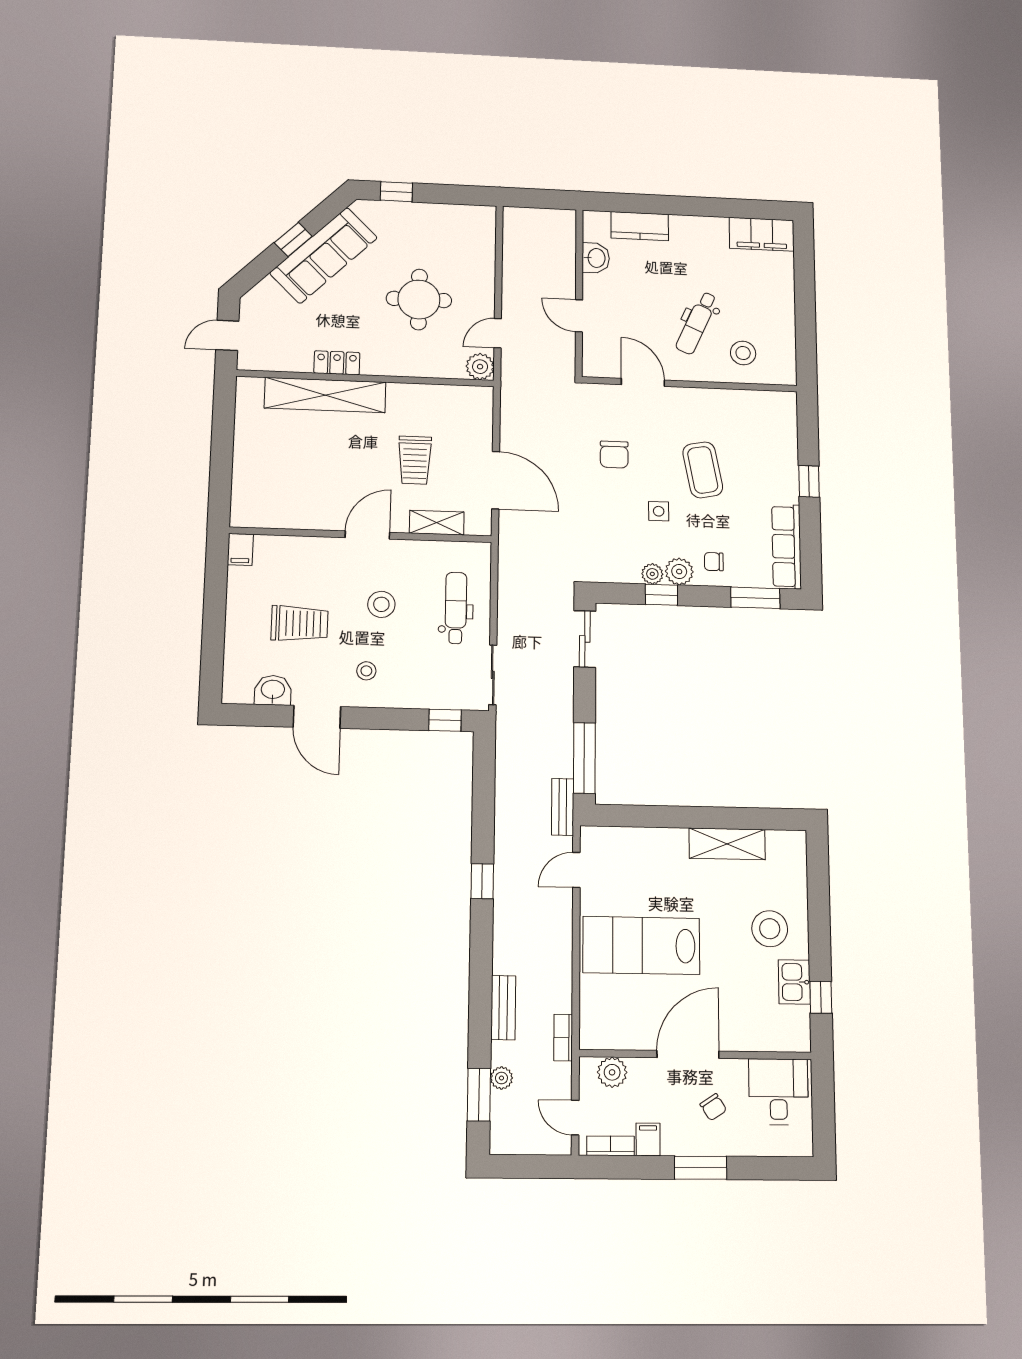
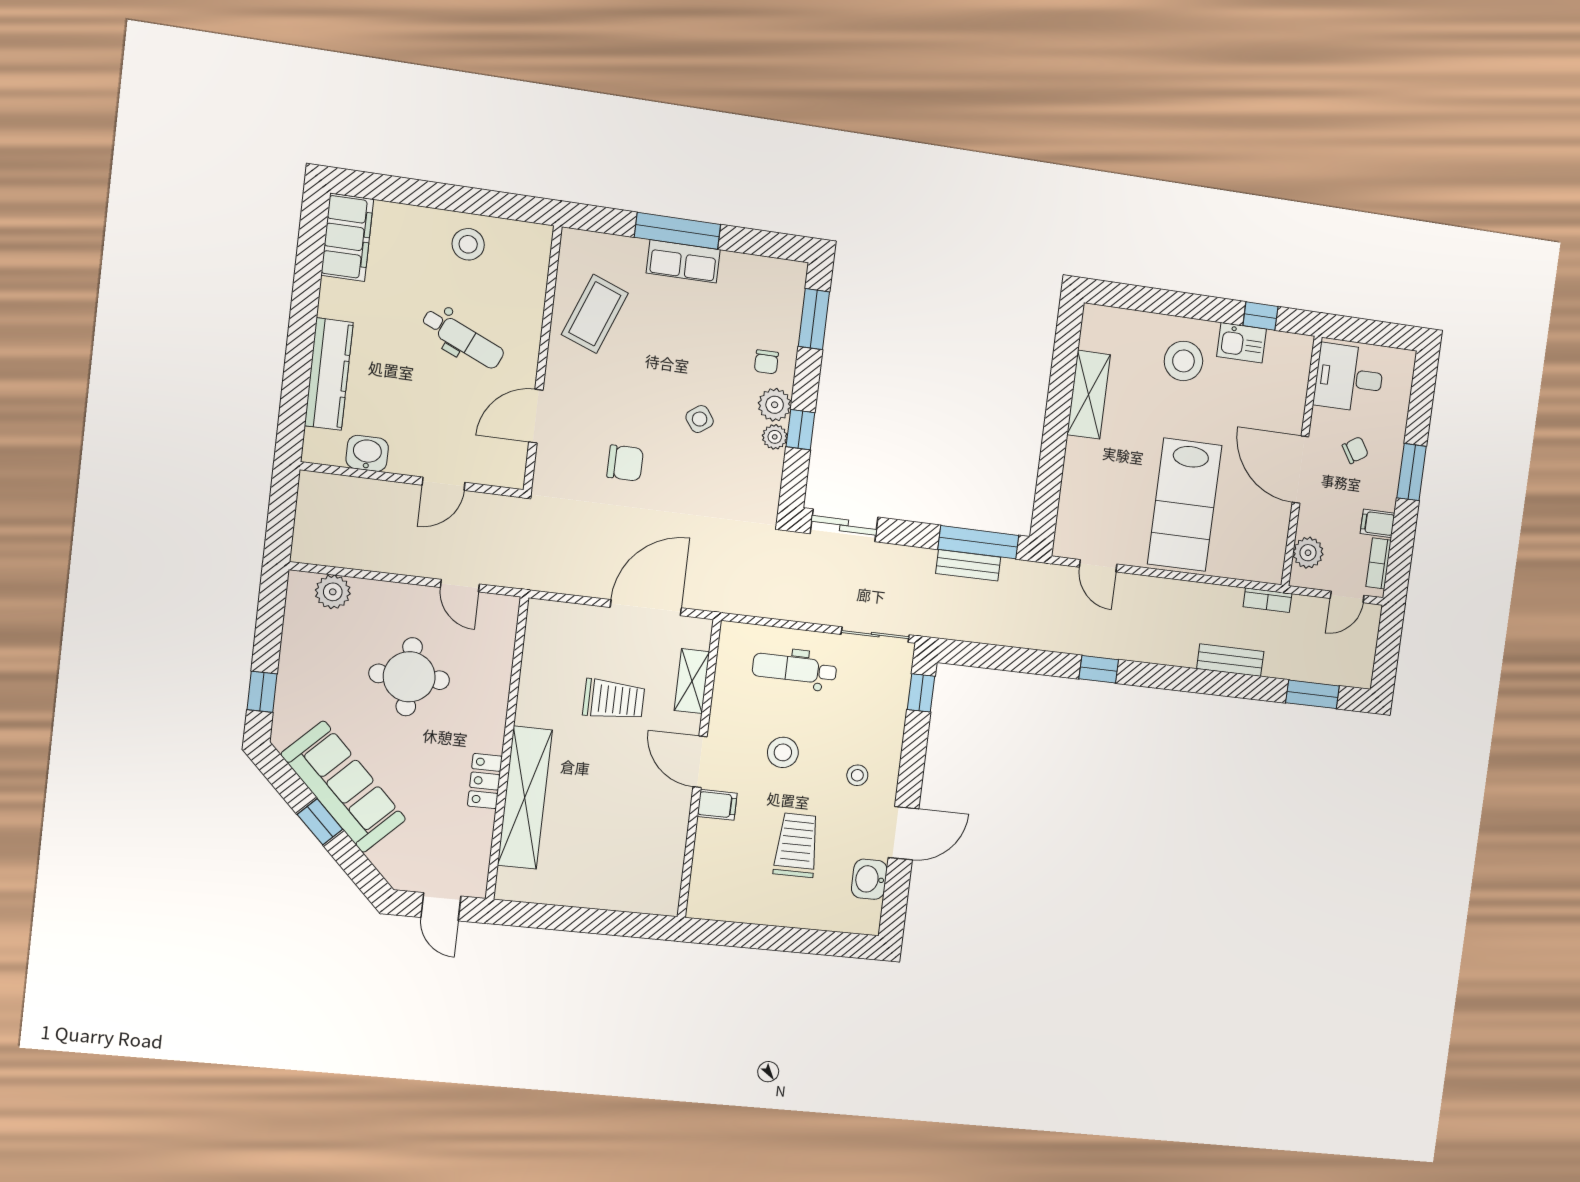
kitchen counter: (640, 226) -> (329, 374), width x1.50
stool: (743, 353) -> (468, 244), moved
plant: (480, 367) -> (333, 592), moved
coffee table: (703, 470) -> (595, 314), moved, turned -58
window: (809, 481) -> (677, 231), width x2.17
side table: (659, 511) -> (700, 419), turned -36
row of seats: (787, 547) -> (683, 261), moved, width x0.68
filing cabinet: (240, 549) -> (717, 805), moved
bench: (563, 807) -> (968, 565), moved
plant: (501, 1078) -> (1299, 669), removed

